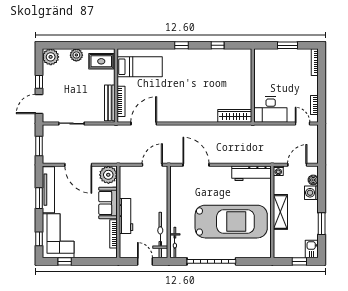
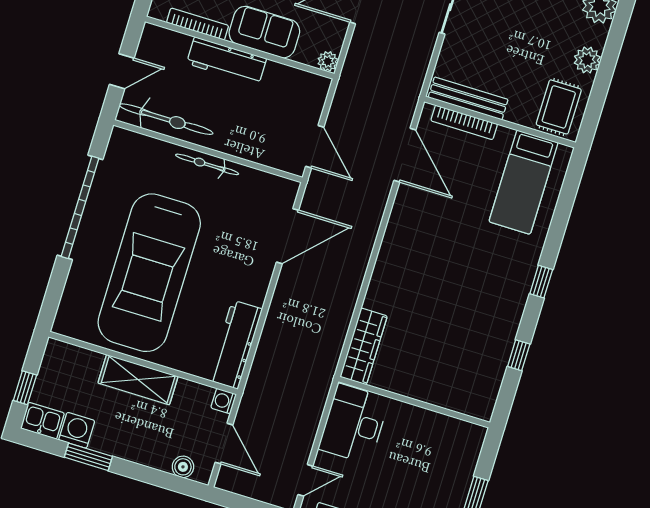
plant: (108, 175) -> (328, 61), width x0.53, depth x0.53
washing machine: (311, 193) -> (77, 430), moved
bicycle: (175, 242) -> (207, 164), moved

